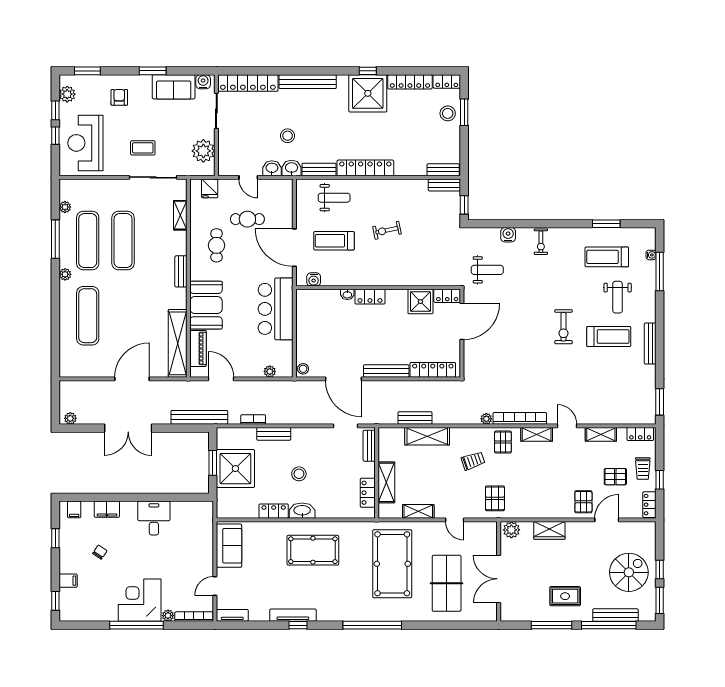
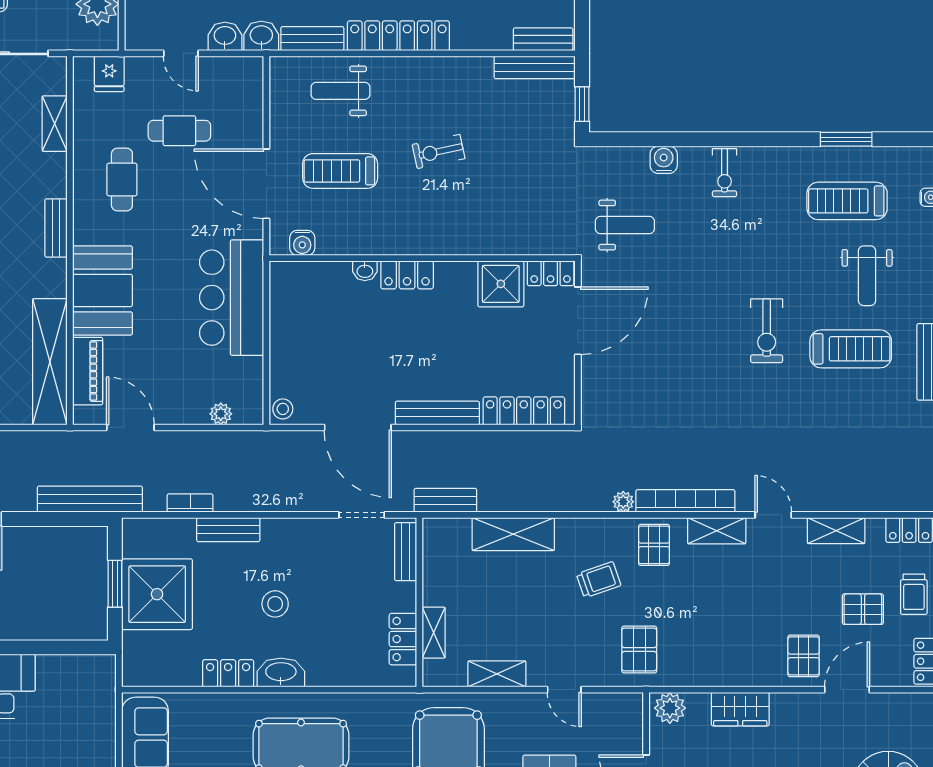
bench: (444, 185) -> (535, 67), width x1.36
weight bench: (334, 198) -> (340, 91), turned 180
bench: (415, 418) -> (445, 500), moved
shelving: (386, 482) -> (434, 633), width x0.67, depth x0.75

